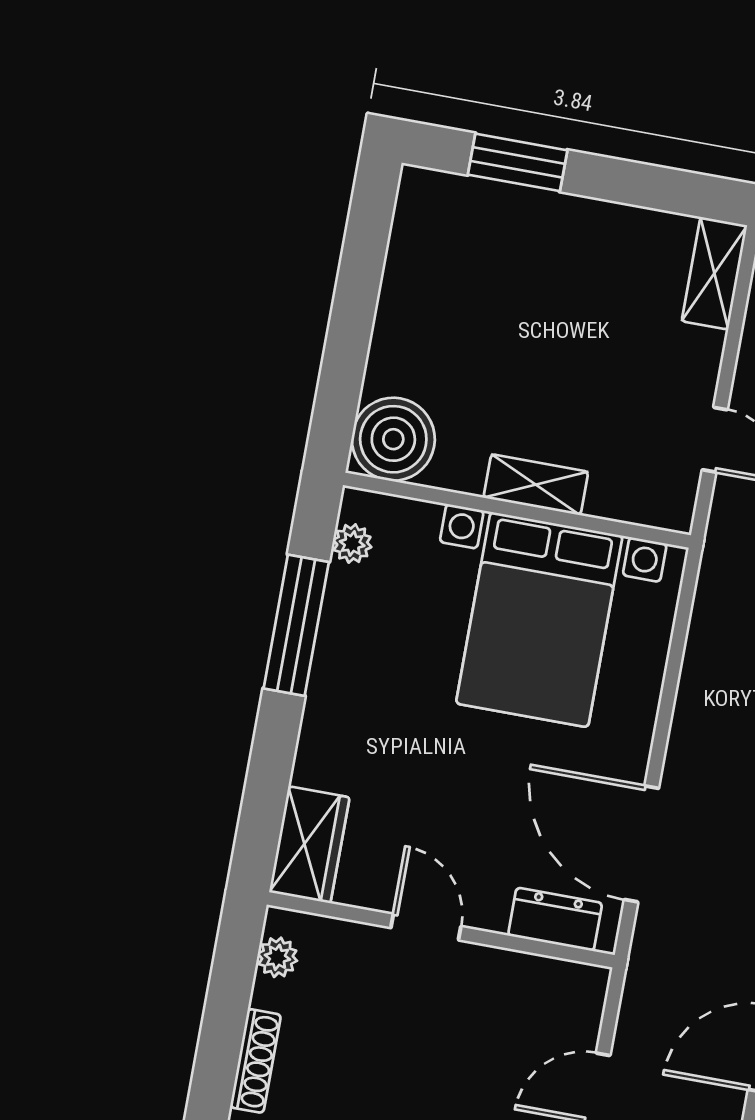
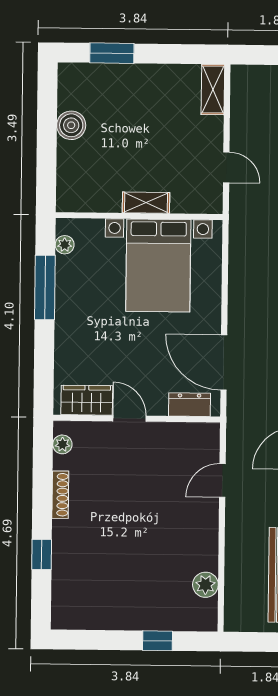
boiler: (393, 439) -> (71, 125), moved, width x0.73, depth x0.73
wardrobe: (309, 845) -> (87, 400), moved, turned -90

